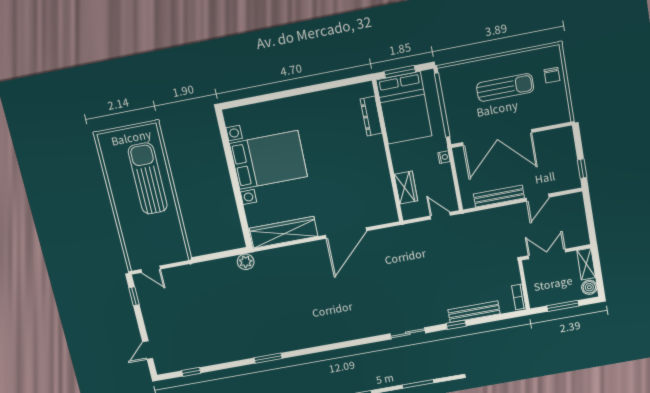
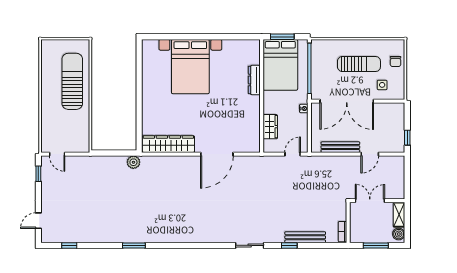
side table: (539, 108) -> (382, 85), added
dresser: (371, 116) -> (254, 80), moved
bed with nightstands: (268, 160) -> (190, 67), moved, turned 90
door: (440, 216) -> (293, 154), hinge flipped

